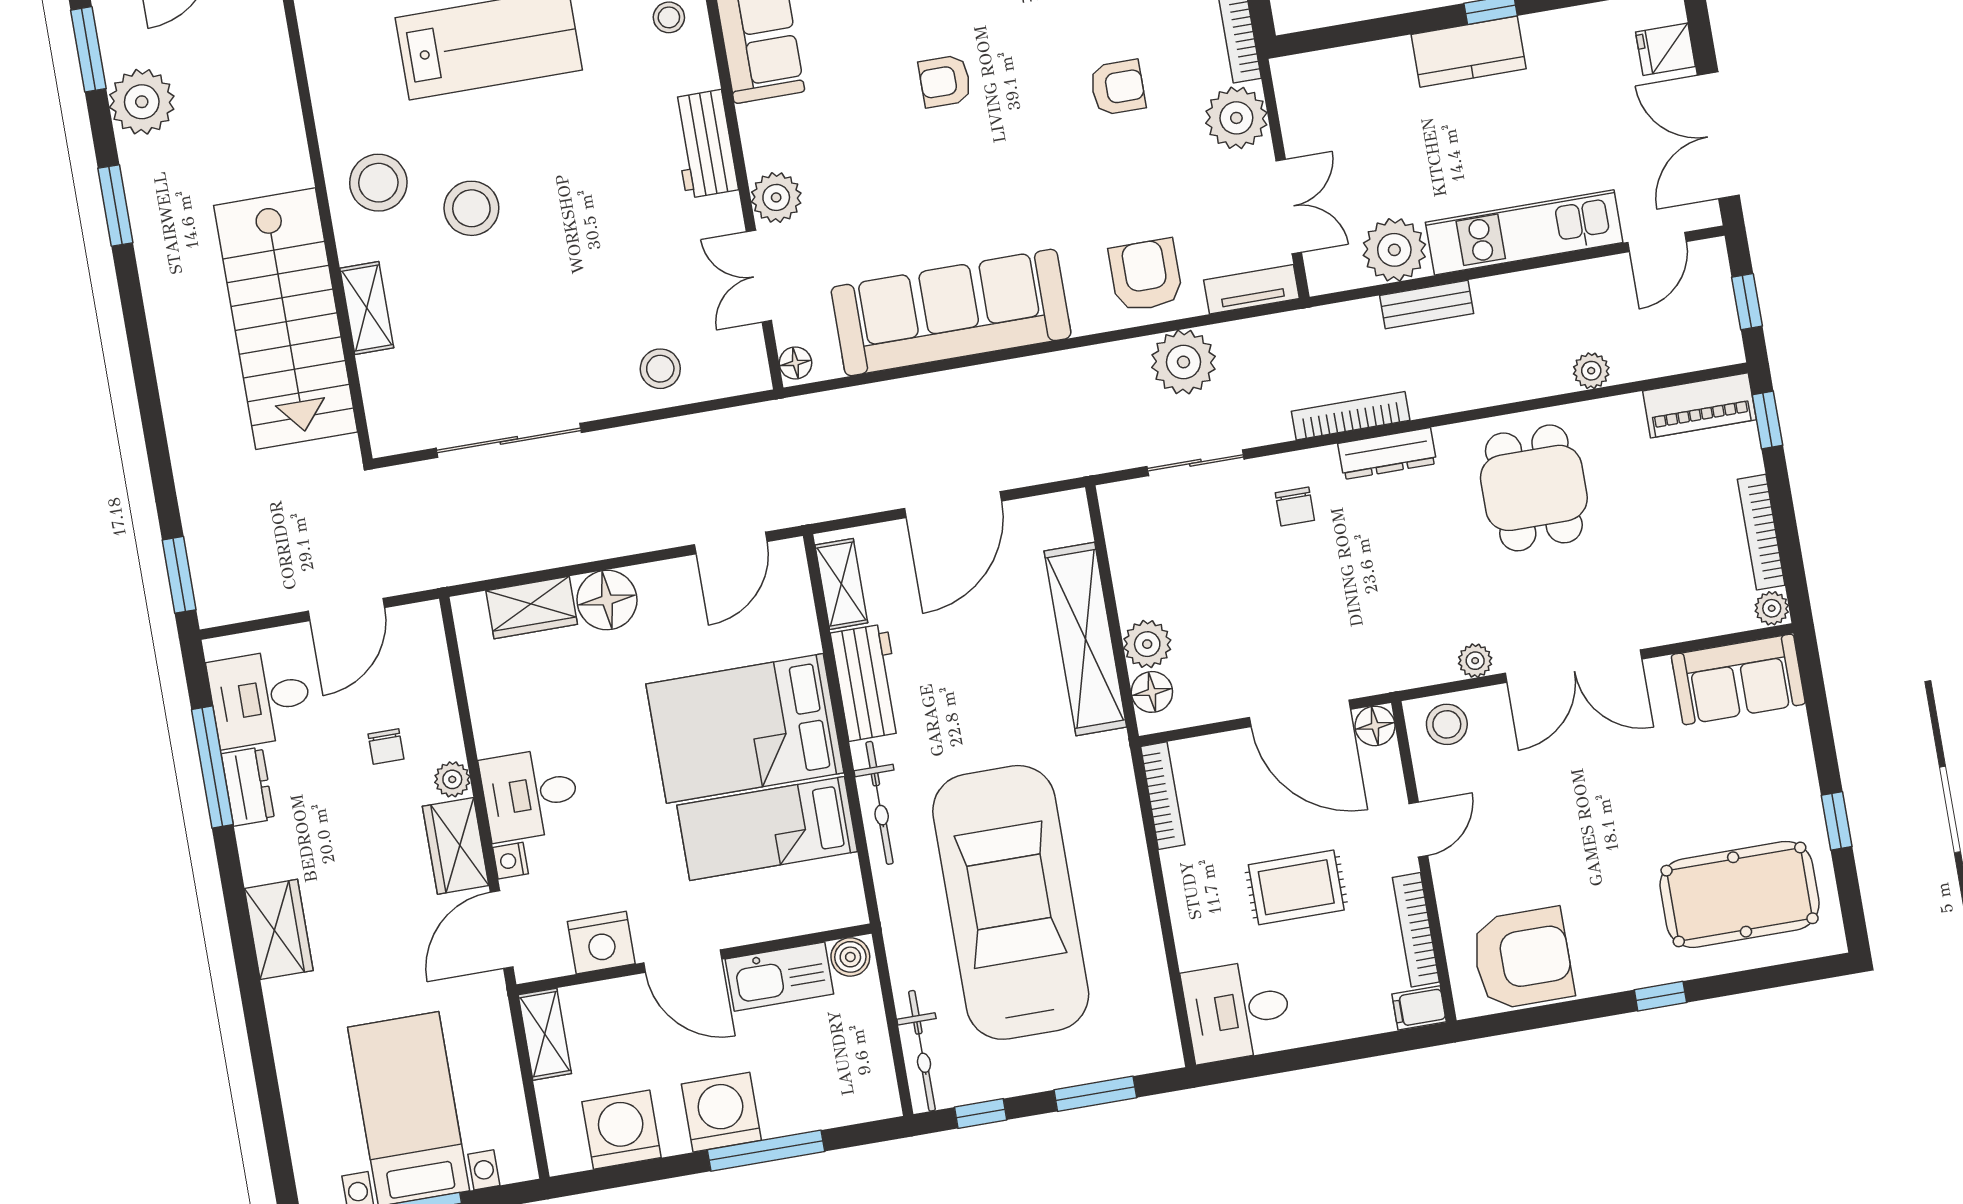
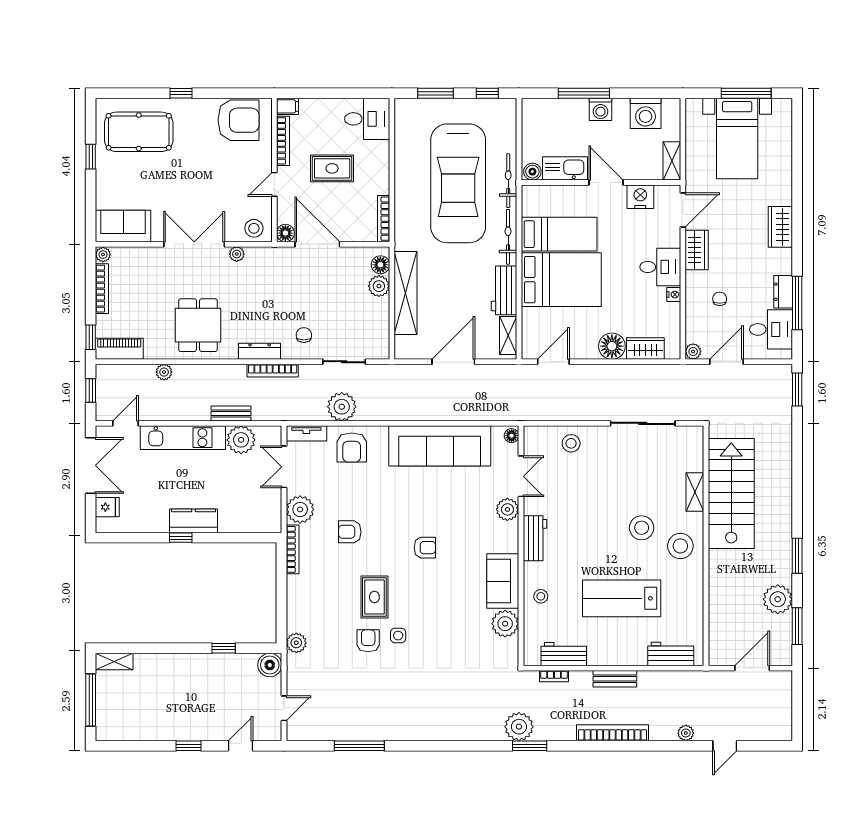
plant: (452, 779) -> (693, 351), moved
nightstand: (511, 861) -> (674, 295), moved
armchair: (1522, 958) -> (239, 120), turned 180
bicycle: (922, 1051) -> (508, 181), moved
washing machine: (721, 1112) -> (601, 109), width x0.73, depth x0.73

